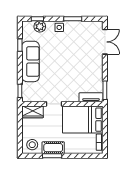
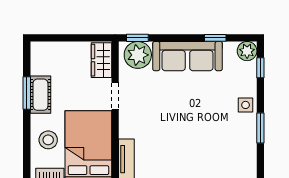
plant: (40, 27) -> (247, 51), moved
plant: (30, 91) -> (138, 55), added
stool: (32, 145) -> (48, 140), moved

